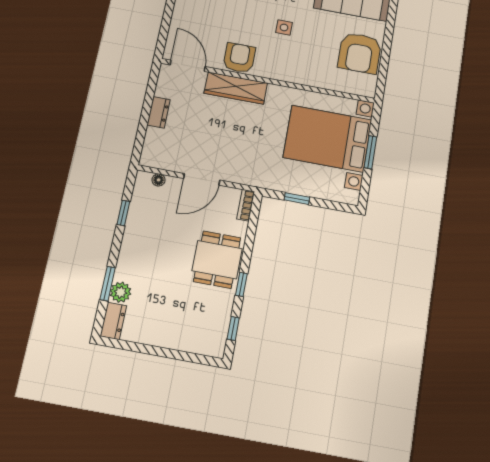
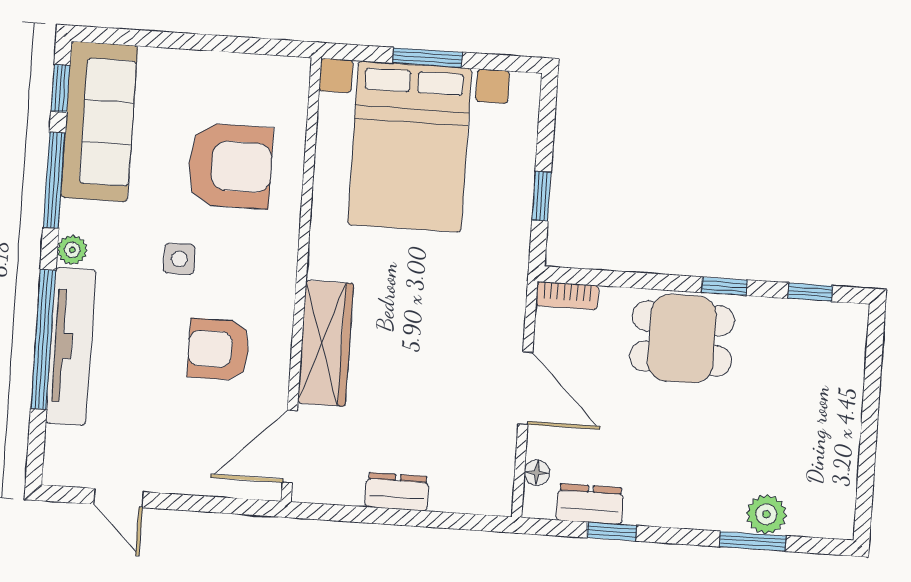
armchair: (359, 53) -> (230, 166), moved
armchair: (239, 58) -> (219, 349), moved
dresser: (113, 321) -> (590, 504), moved

